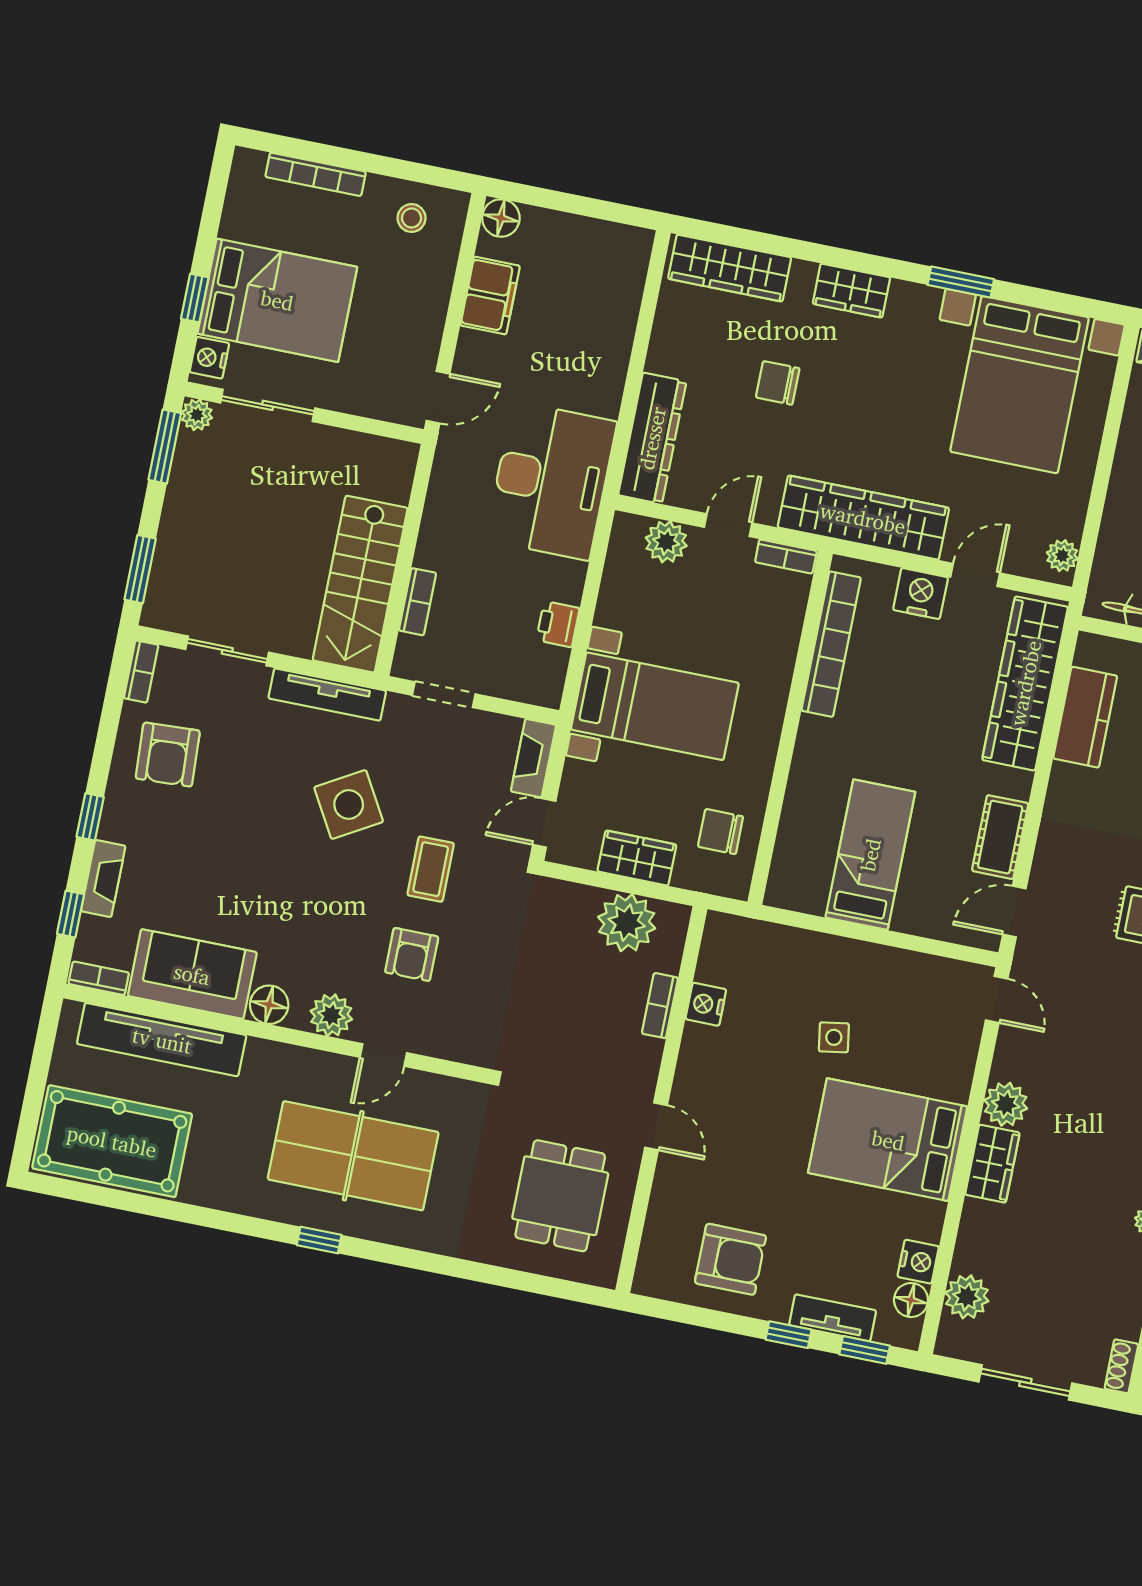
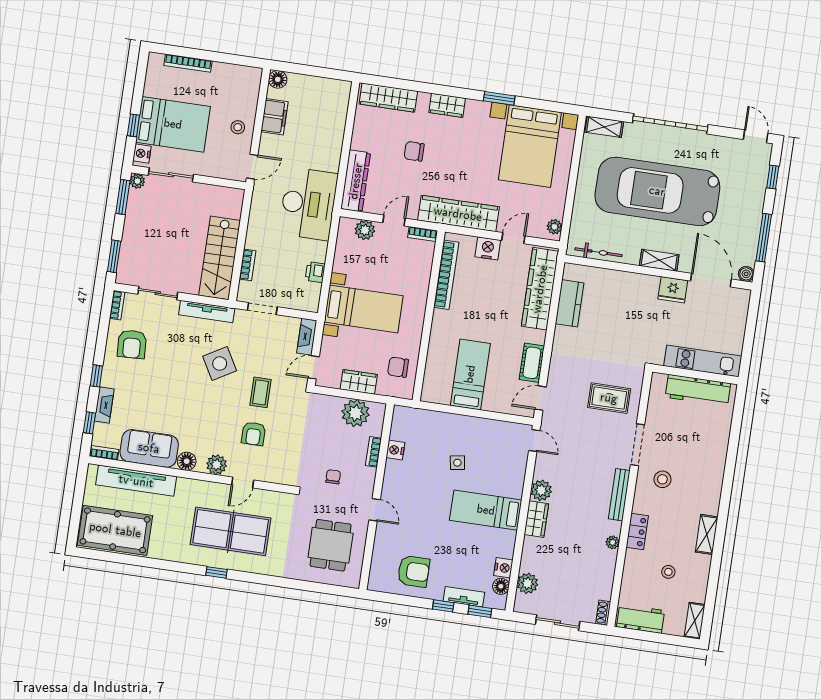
stool: (412, 218) -> (238, 127), moved
chair: (573, 1053) -> (333, 477), added
bed: (888, 1140) -> (486, 510), width x0.67

